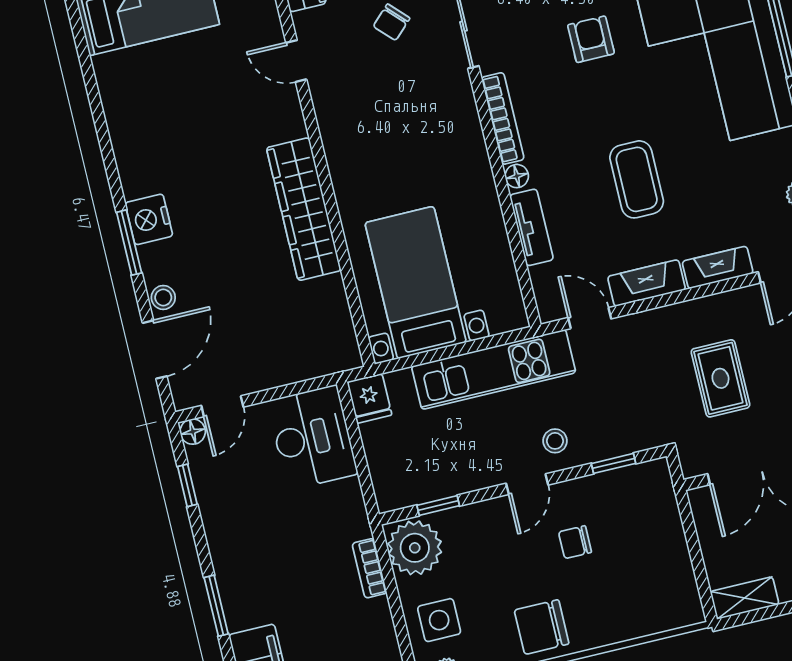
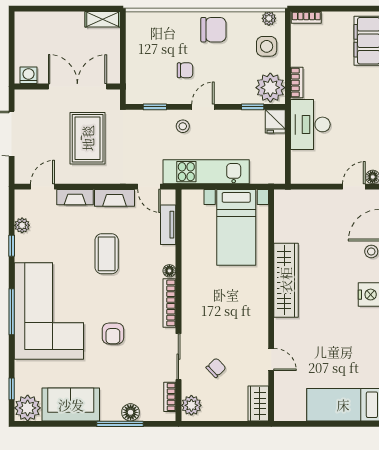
tv unit: (532, 227) -> (168, 225), moved
rug: (720, 378) -> (88, 138), width x1.36, depth x1.43
fridge: (369, 398) -> (275, 121), moved, turned 180
desk: (312, 437) -> (310, 124), moved

